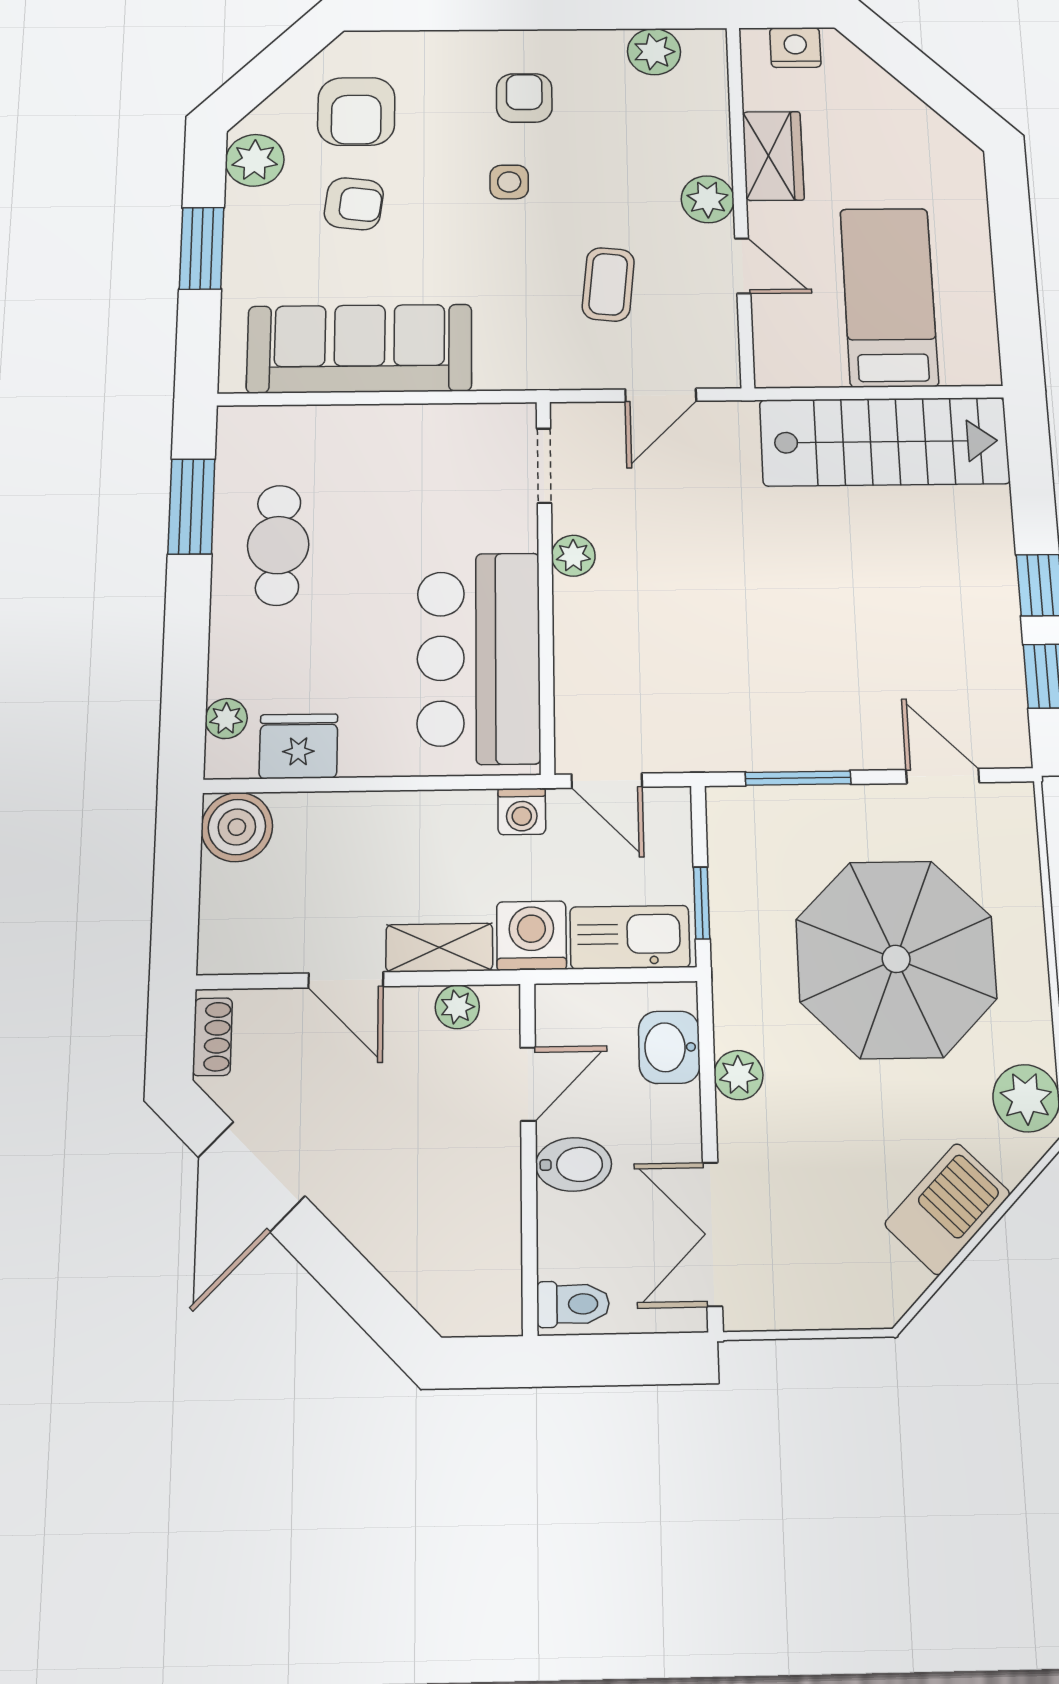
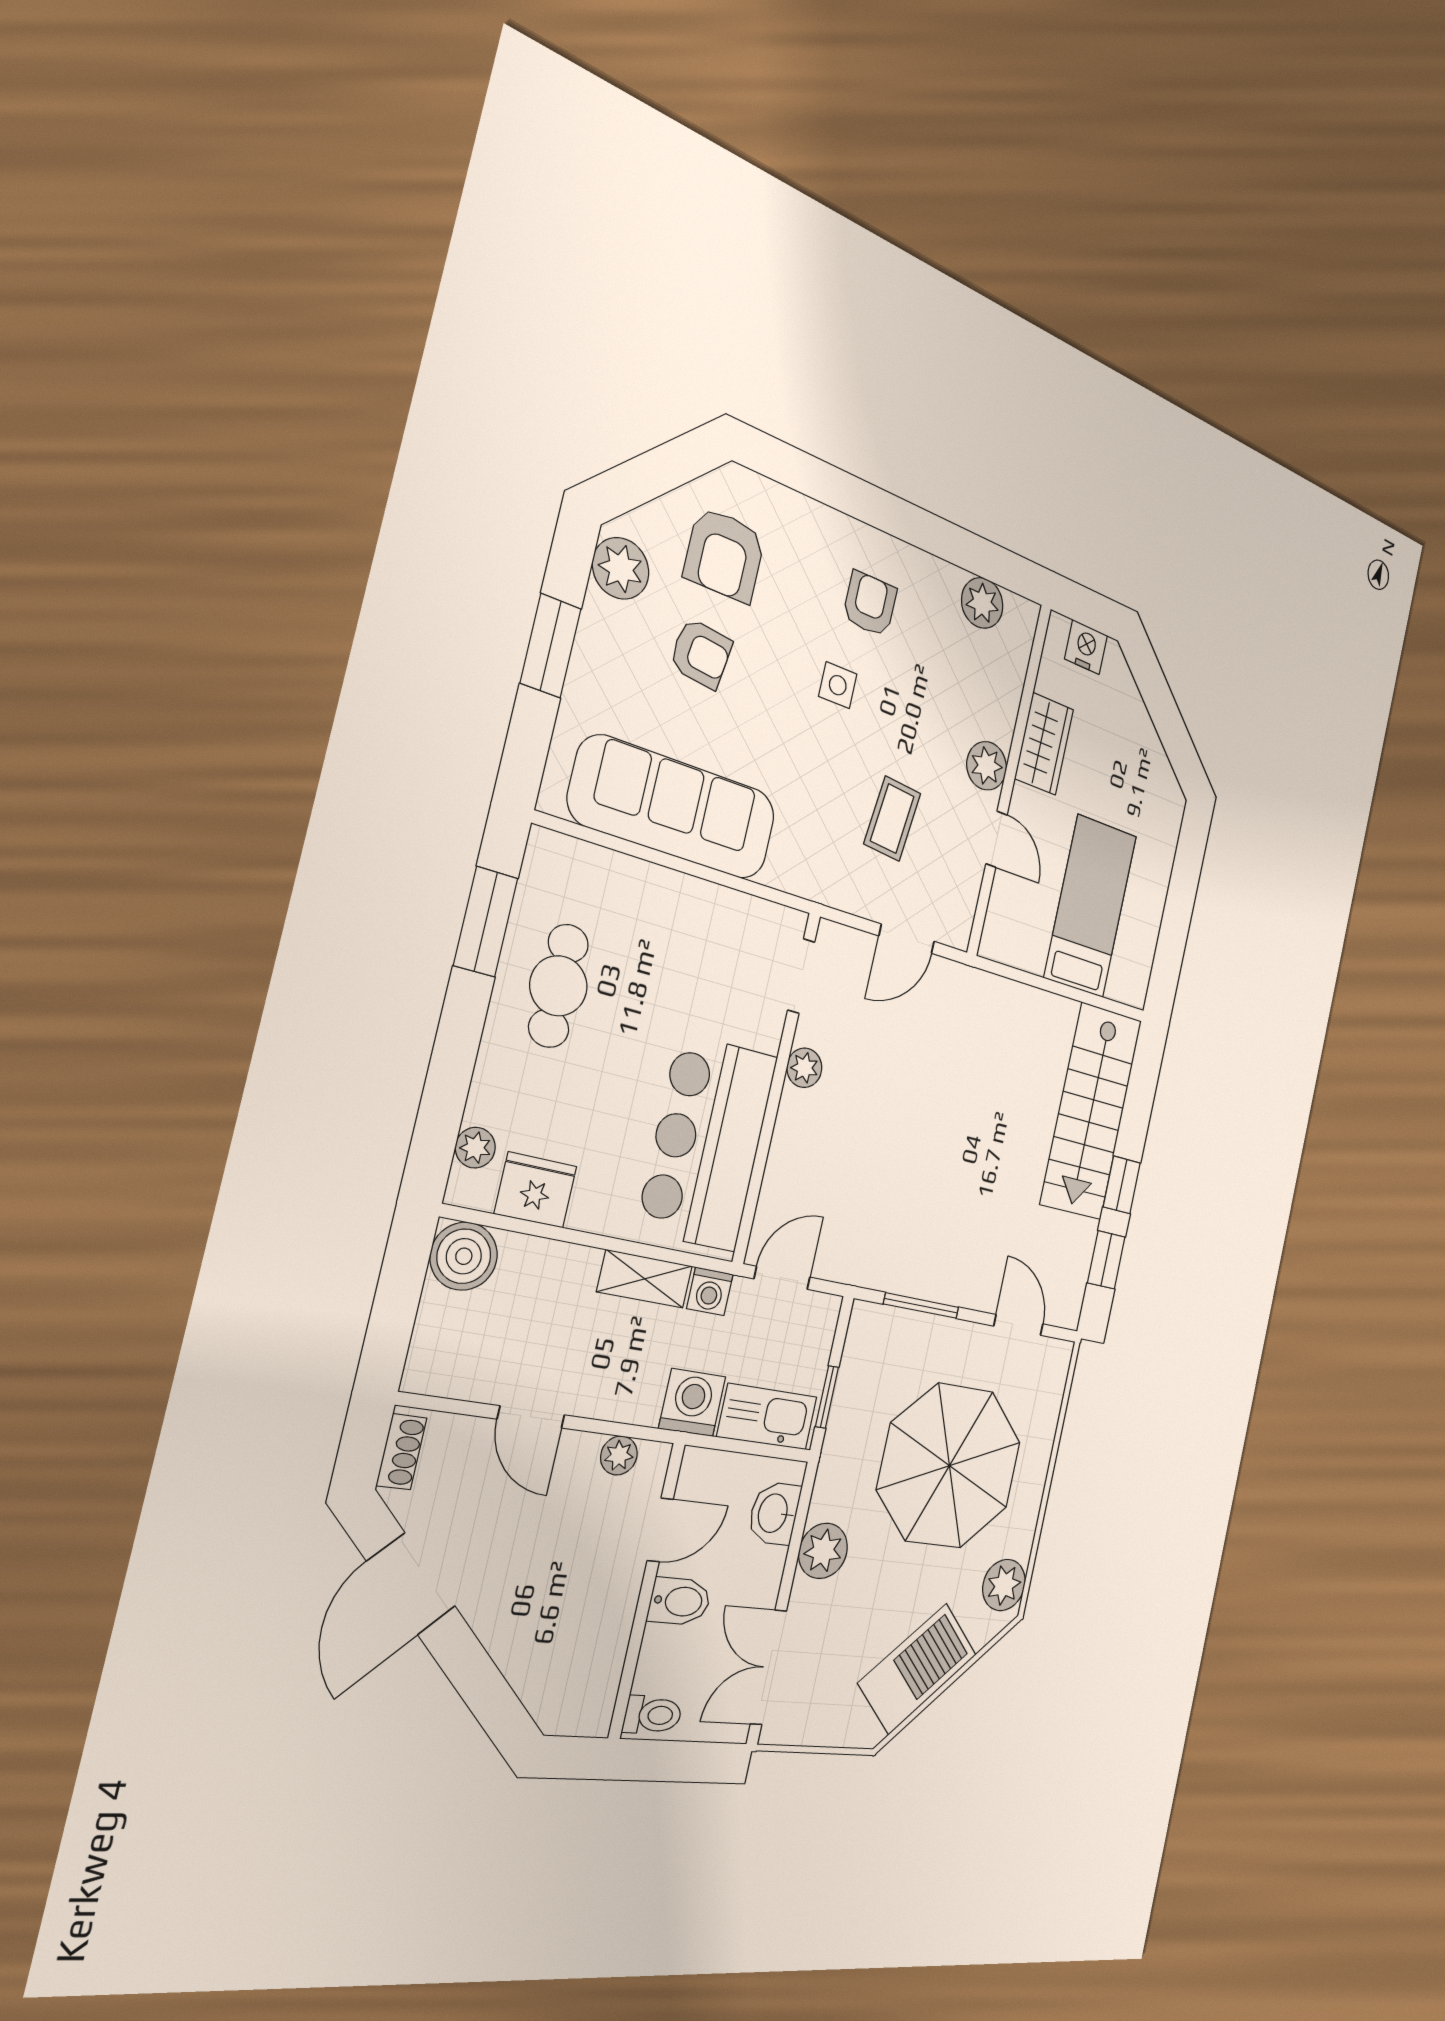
stairs: (884, 442) -> (1091, 1111), moved, turned 90
door: (607, 781) -> (782, 1278), swing flipped
shelving: (439, 948) -> (645, 1279), moved
plant: (738, 1075) -> (823, 1551), width x1.38, depth x1.38
barbecue: (947, 1209) -> (918, 1669), width x1.37, depth x1.21

